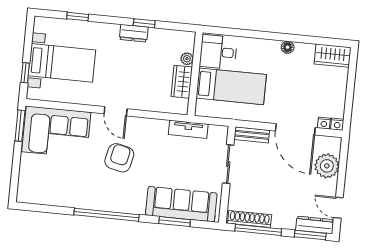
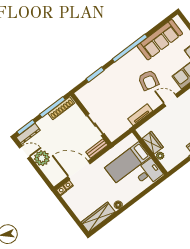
wardrobe: (333, 56) -> (98, 217), width x1.50
tv unit: (188, 129) -> (140, 115), moved
plant: (327, 166) -> (42, 158), moved
sofa: (181, 204) -> (160, 40), moved

